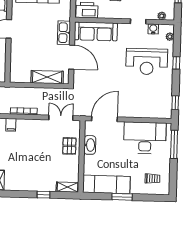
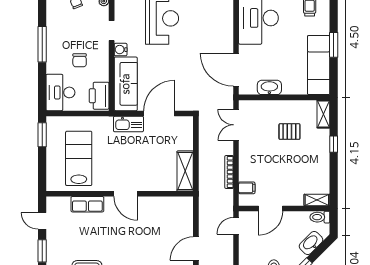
water cooler: (153, 29) -> (121, 50), moved
shelving: (47, 77) -> (185, 171), moved
pallet: (69, 146) -> (289, 132), moved

